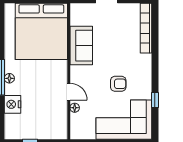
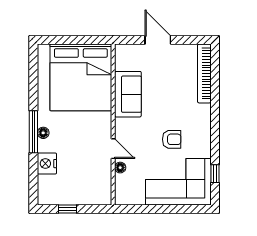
window: (155, 100) -> (215, 174), moved

